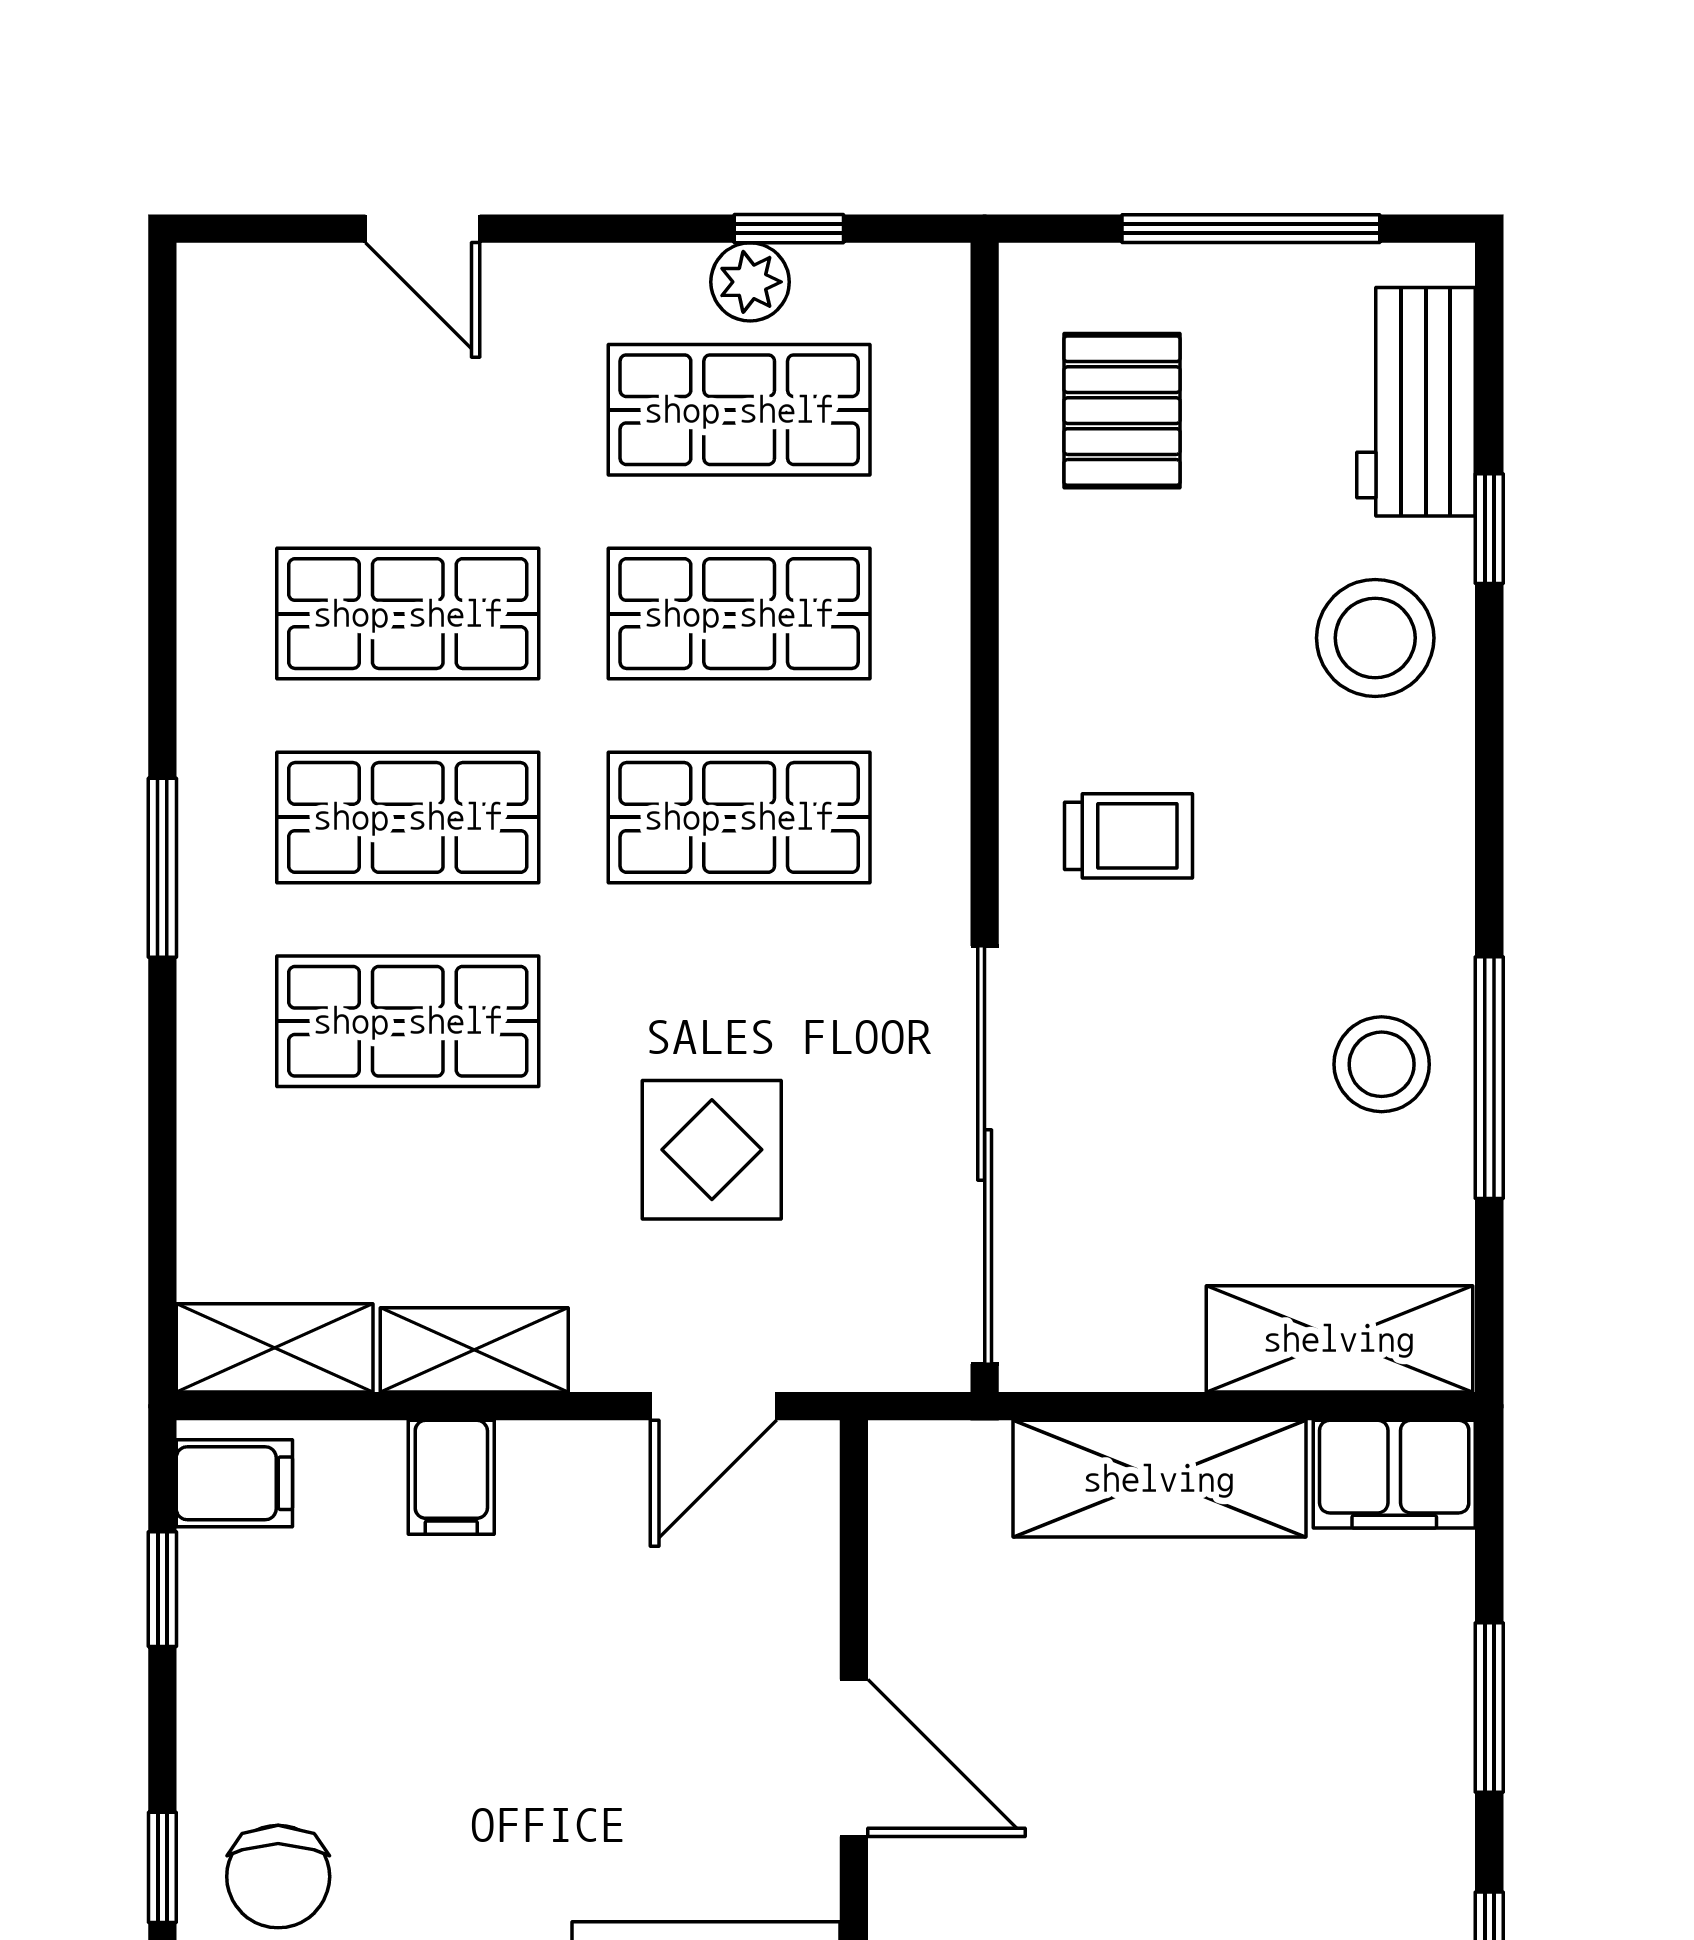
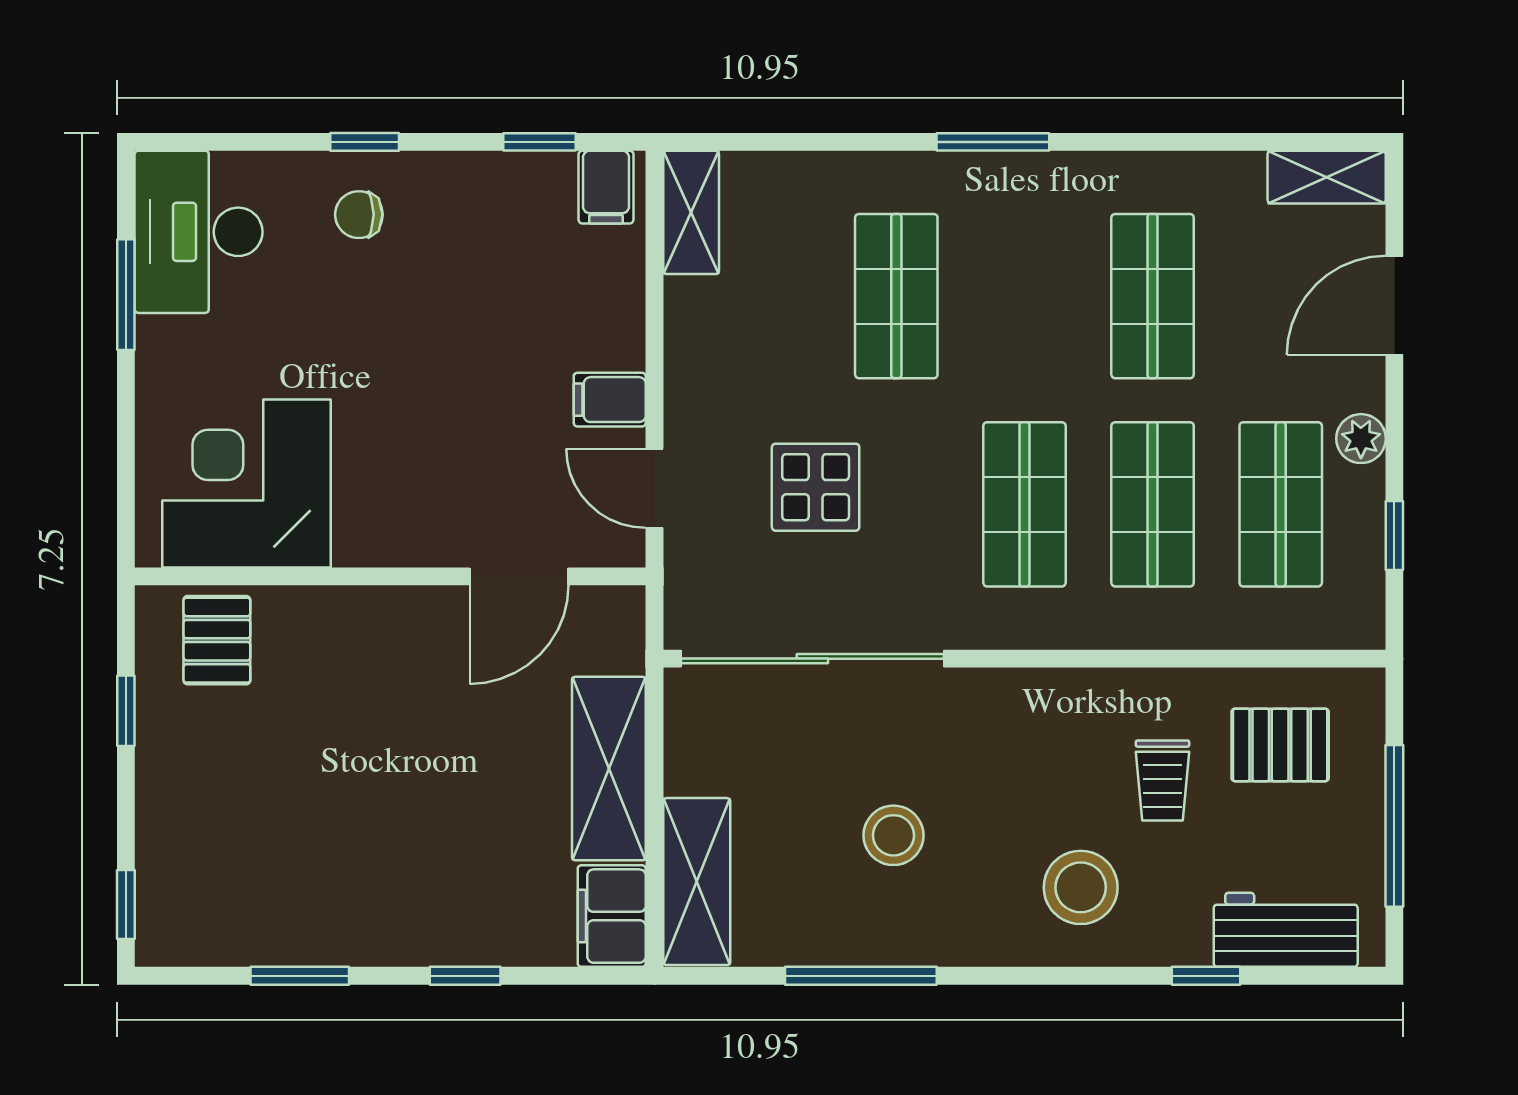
door: (423, 229) -> (1394, 305), width x1.38
plant: (750, 282) -> (1361, 439), moved
stool: (1375, 638) -> (1081, 887), moved
shop shelf: (408, 817) -> (1024, 296), removed
trolley: (1128, 836) -> (1162, 780), moved
stool: (1382, 1064) -> (893, 835), moved
shelving: (474, 1350) -> (1327, 177), moved, turned 90
filing cabinet: (451, 1477) -> (610, 400), moved
window: (1489, 1708) -> (465, 976), width x0.67
door: (854, 1758) -> (519, 576), moved
chair: (278, 1877) -> (359, 215), width x0.73, depth x0.73

